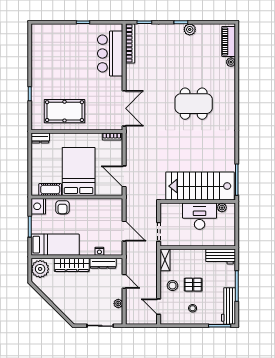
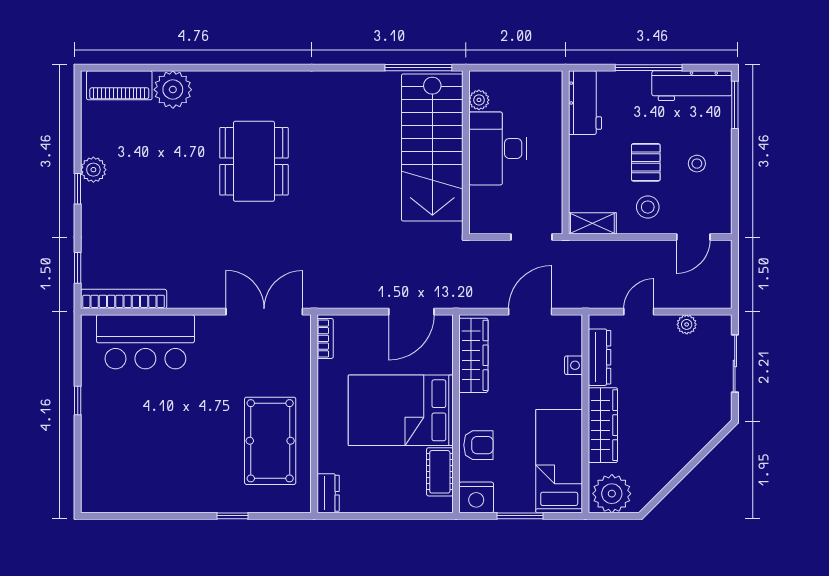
plant: (231, 62) -> (173, 90), width x1.87, depth x1.87
wardrobe: (104, 205) -> (473, 355), added

